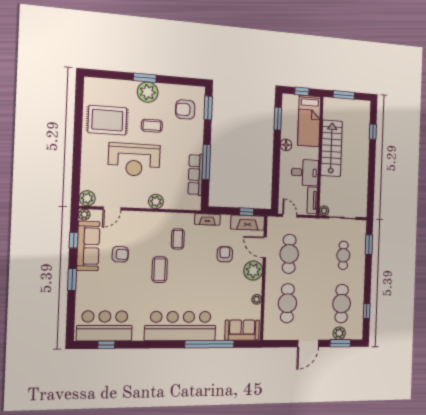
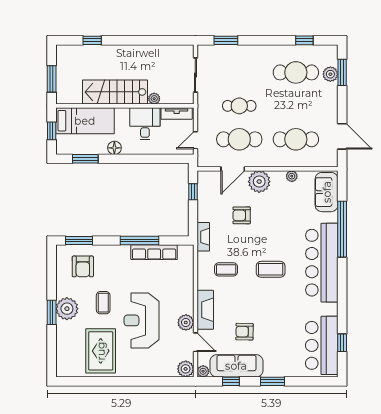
reception desk: (134, 160) -> (142, 320), turned 180
plant: (156, 201) -> (186, 322), moved
plant: (324, 211) -> (154, 99), moved
fireplace: (248, 223) -> (205, 310), moved
armchair: (120, 254) -> (244, 332), turned -91
cafe table: (343, 255) -> (239, 106), moved
coffee table: (160, 270) -> (271, 269), moved
door: (308, 343) -> (342, 136), moved

